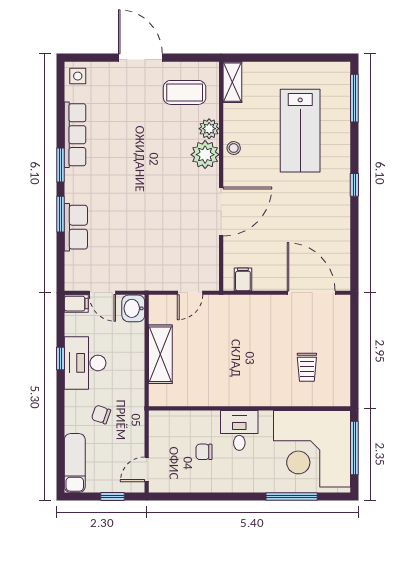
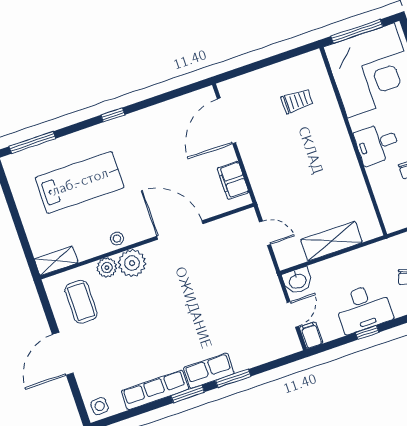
row of seats: (76, 227) -> (209, 371), moved
filing cabinet: (243, 279) -> (233, 180), width x2.00

